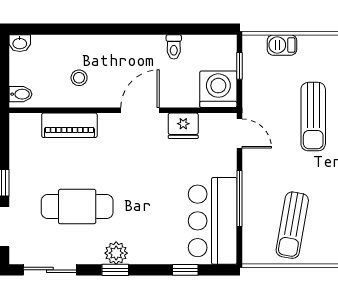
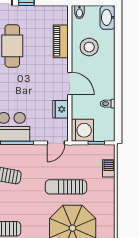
washbasin: (20, 43) -> (108, 17), width x1.91, depth x1.45
stool: (79, 78) -> (89, 47), width x1.89, depth x1.89

